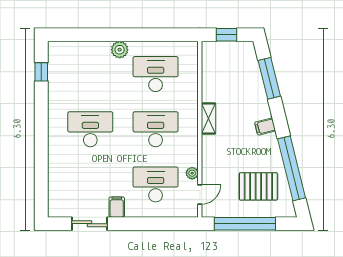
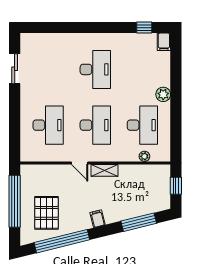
plant: (192, 173) -> (144, 156), moved
door: (200, 194) -> (80, 163), moved
filing cabinet: (117, 207) -> (164, 42), moved, turned 90

